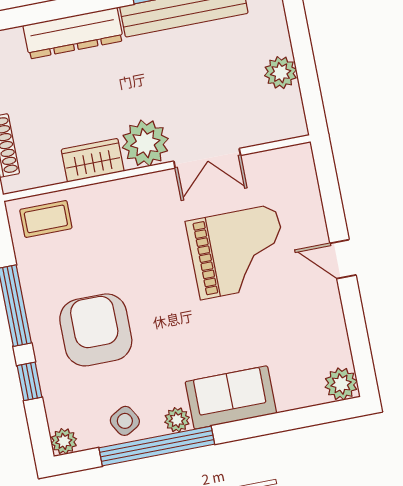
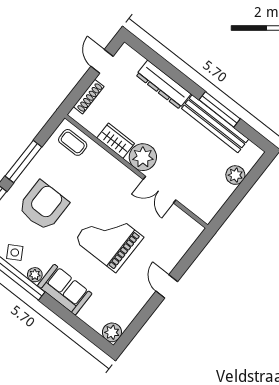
plant: (281, 73) -> (235, 175), moved
grand piano: (238, 252) -> (109, 239), moved, turned 180

